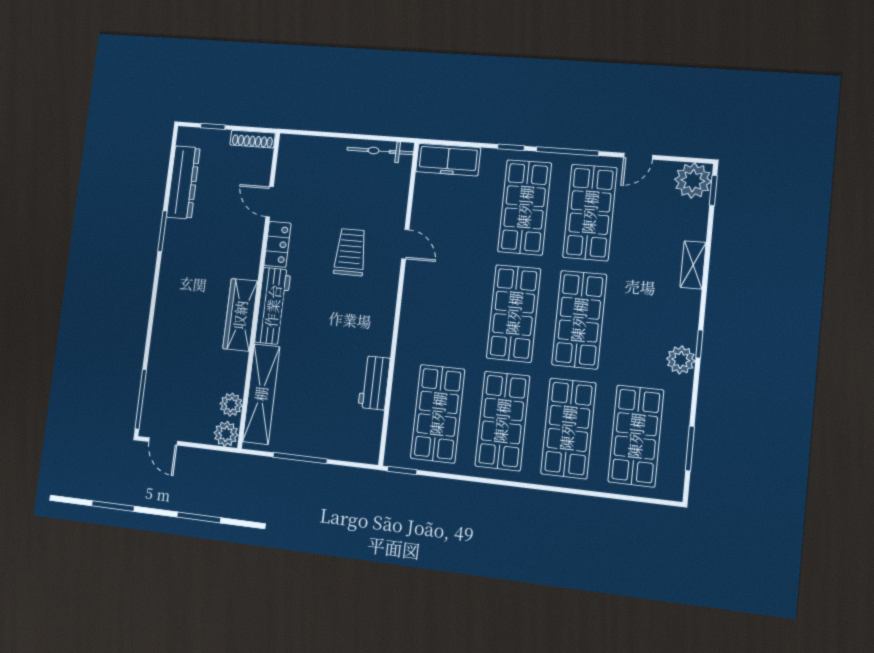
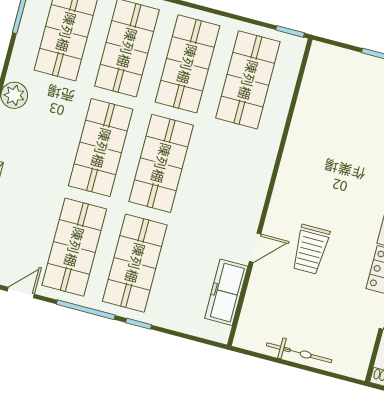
bicycle: (380, 151) -> (299, 353), moved
freezer: (448, 160) -> (226, 292), moved, turned -90
door: (405, 244) -> (255, 248), swing flipped
workbench: (374, 383) -> (305, 119), removed

